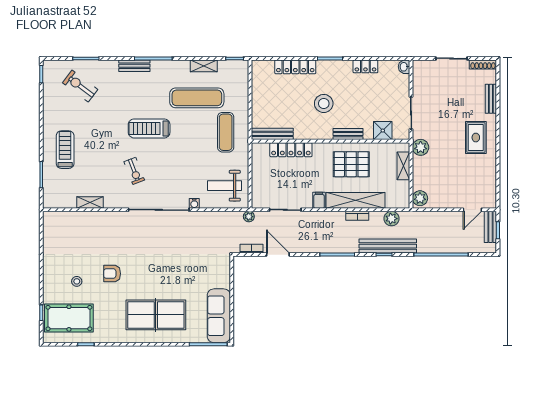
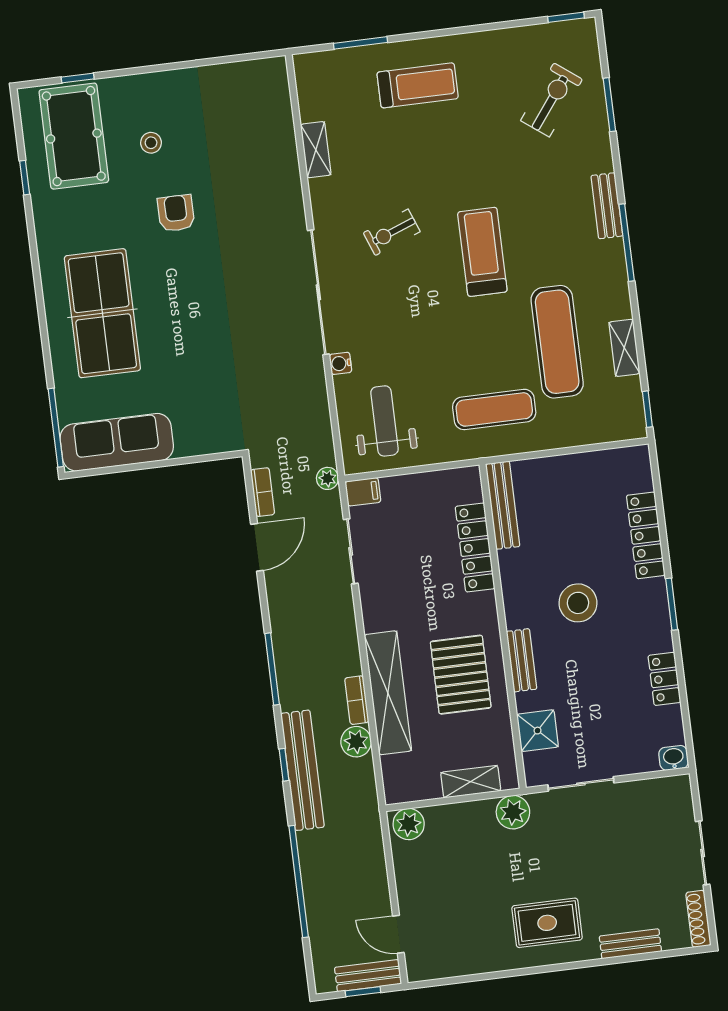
filing cabinet: (319, 200) -> (363, 492), moved
plant: (391, 219) -> (356, 742), moved

